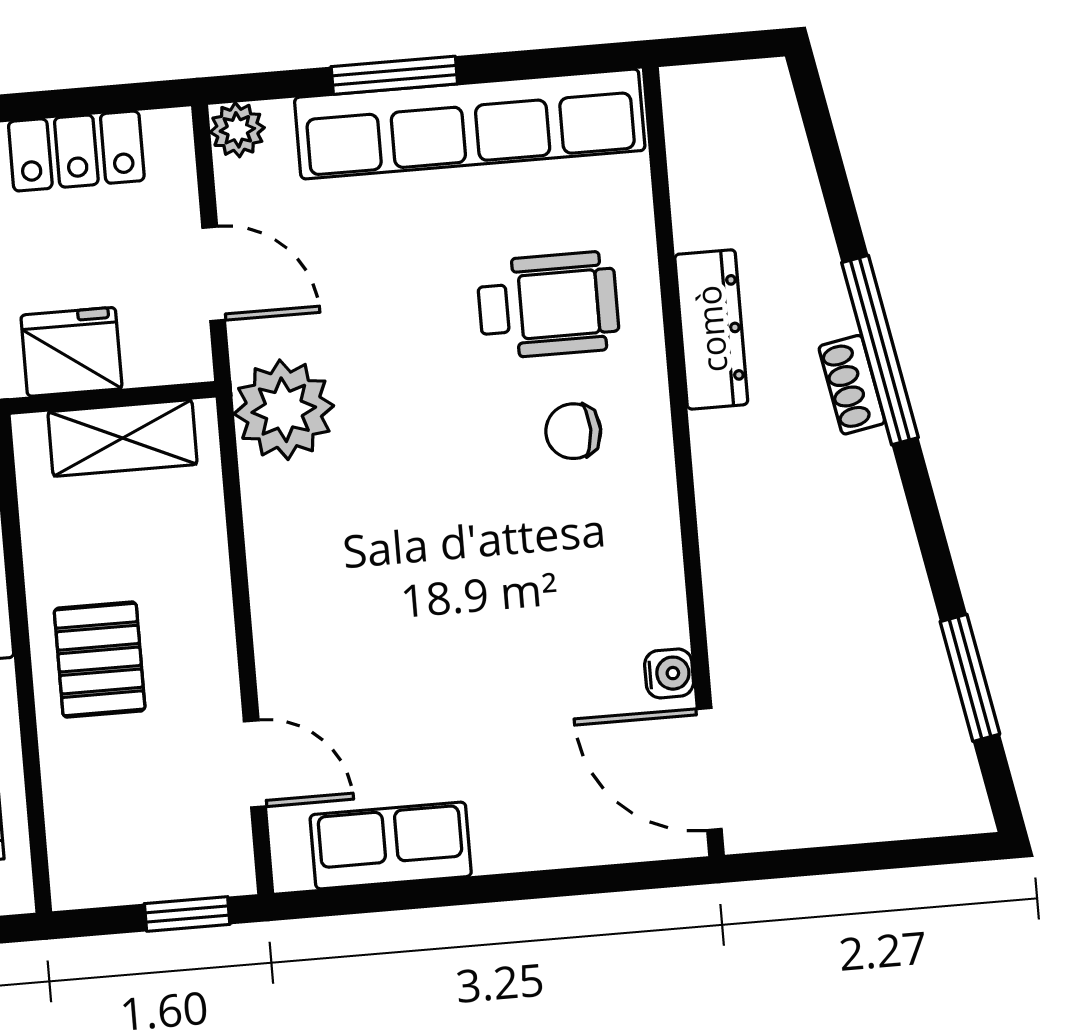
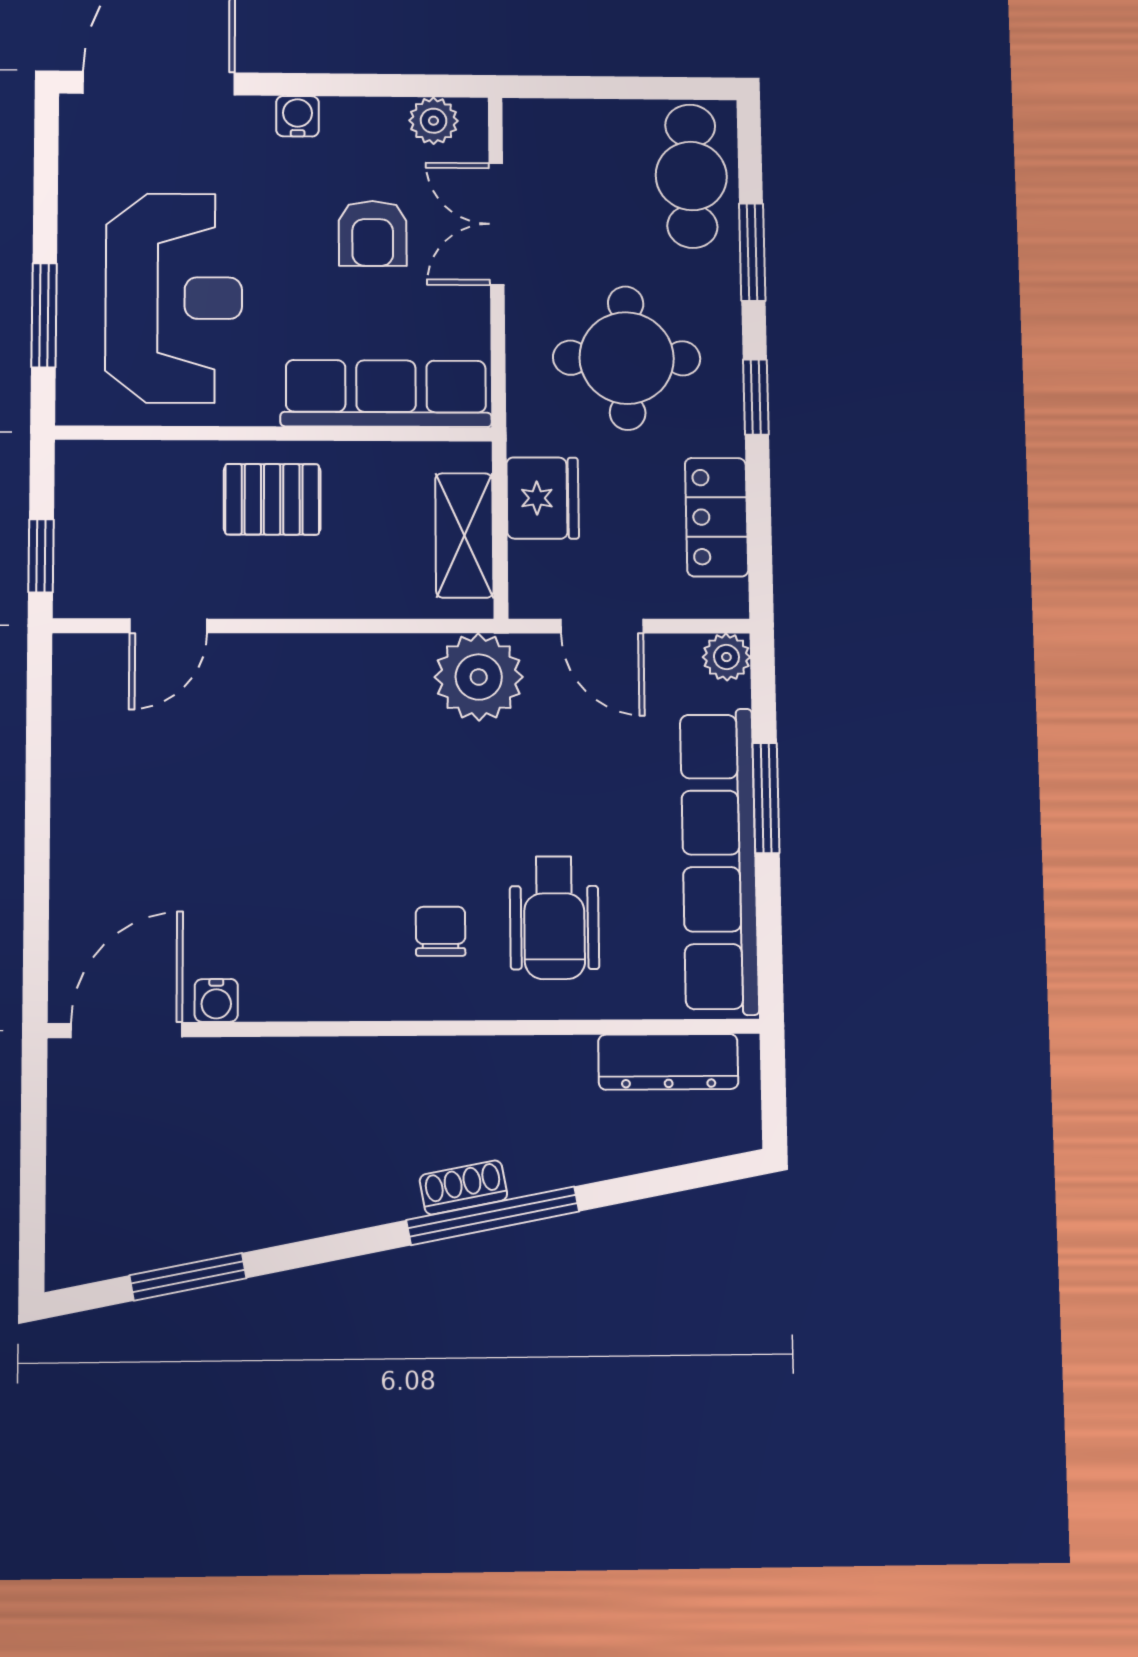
door: (214, 274) -> (602, 626), hinge flipped
dresser: (711, 329) -> (668, 1062), moved
row of seats: (391, 845) -> (85, 739), removed

